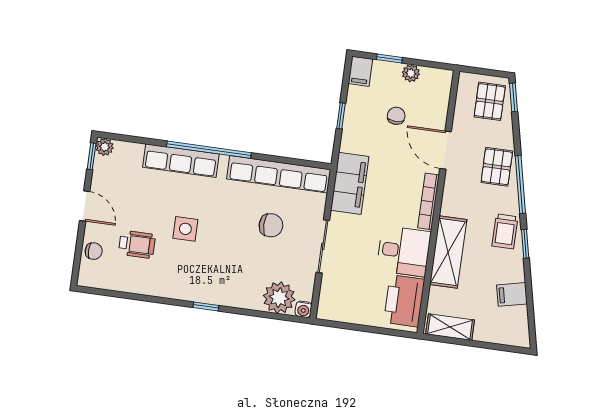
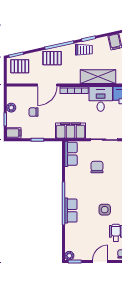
row of seats: (181, 161) -> (71, 211), width x0.68
row of seats: (279, 174) -> (71, 154), width x0.50

